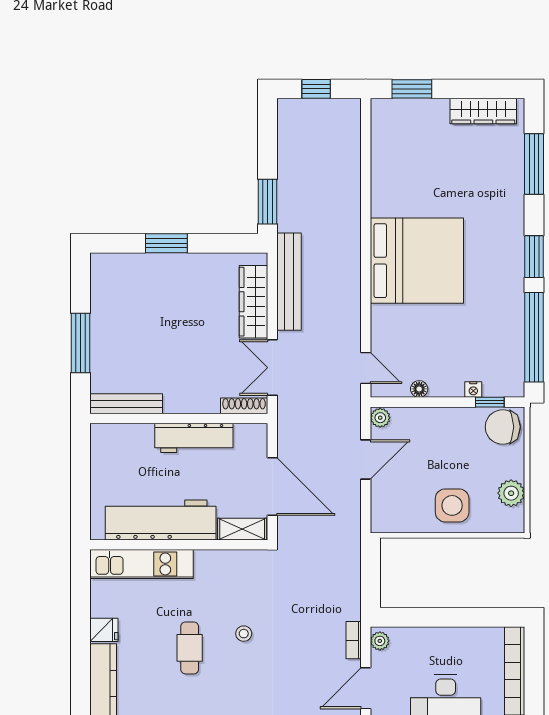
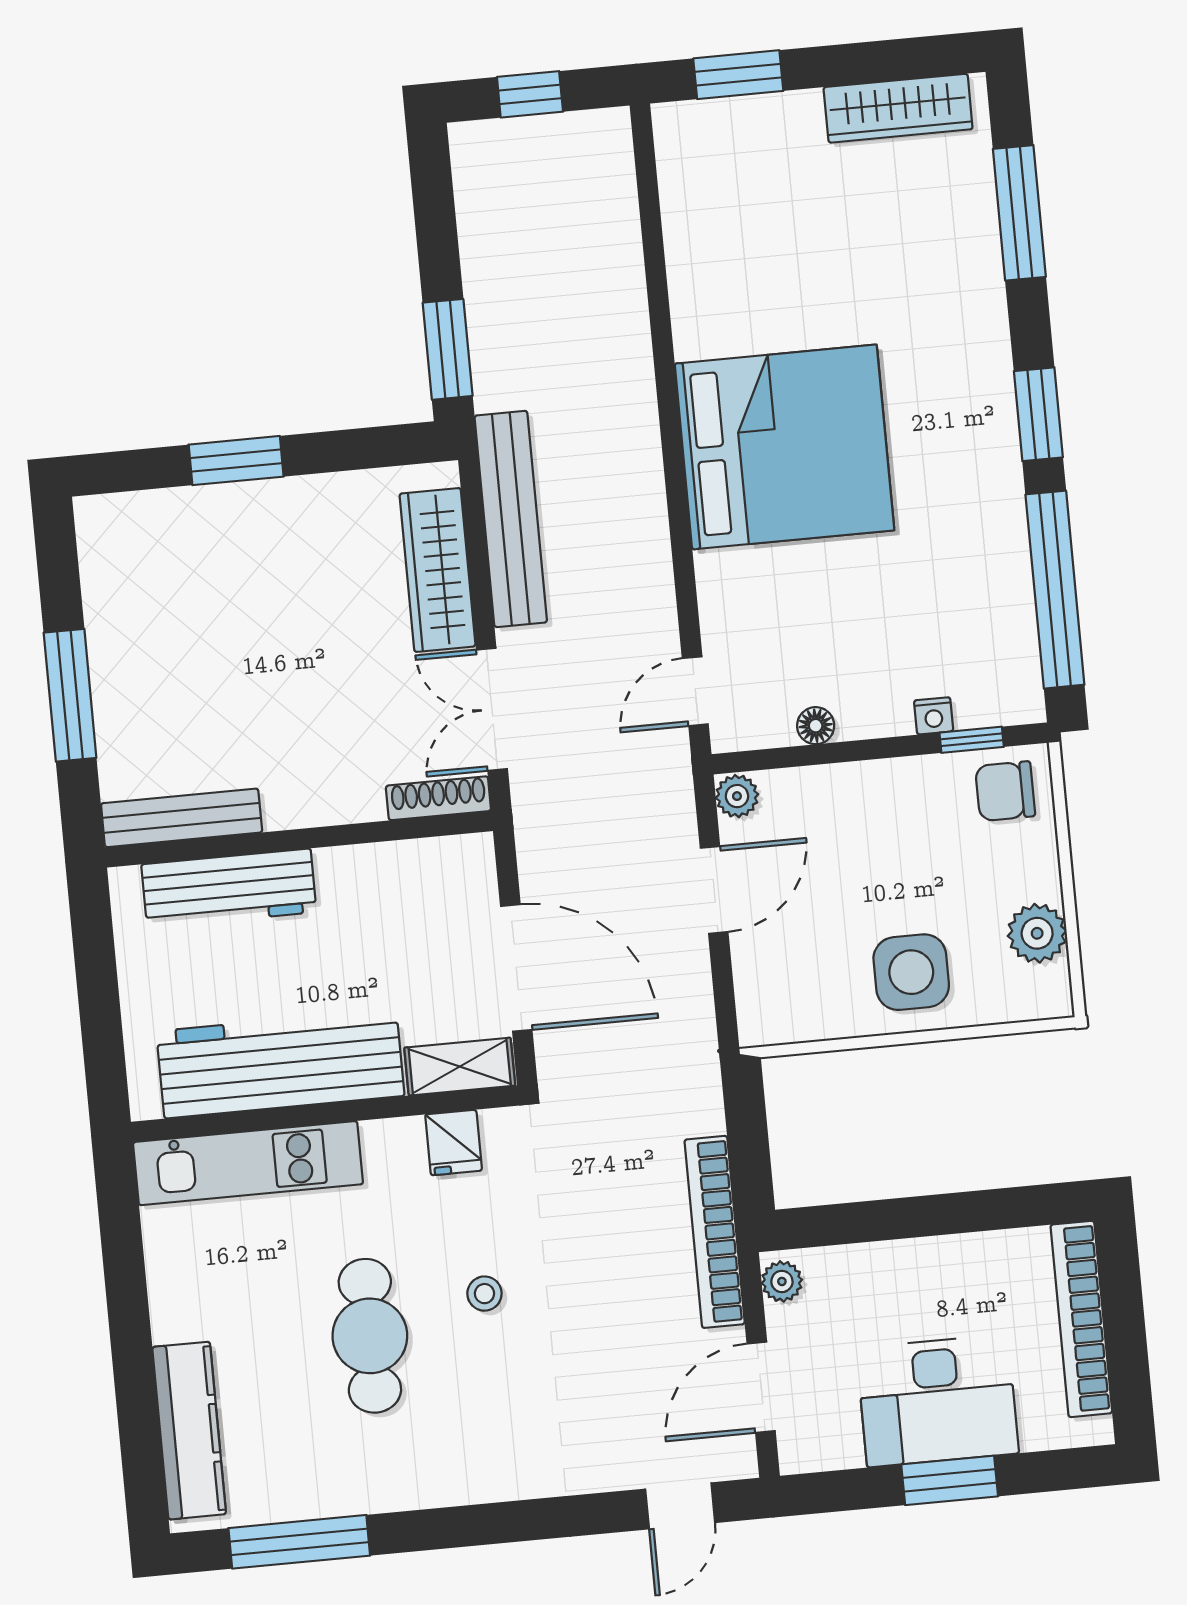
door: (366, 368) -> (695, 691), swing flipped
chair: (503, 427) -> (1005, 791), width x0.73, depth x0.73
workbench: (194, 438) -> (229, 888), moved
fridge: (104, 630) -> (454, 1143), moved, turned 90
bookcase: (354, 640) -> (715, 1232), width x2.31, depth x1.31
cafe table: (190, 648) -> (370, 1336), width x1.37, depth x1.35

